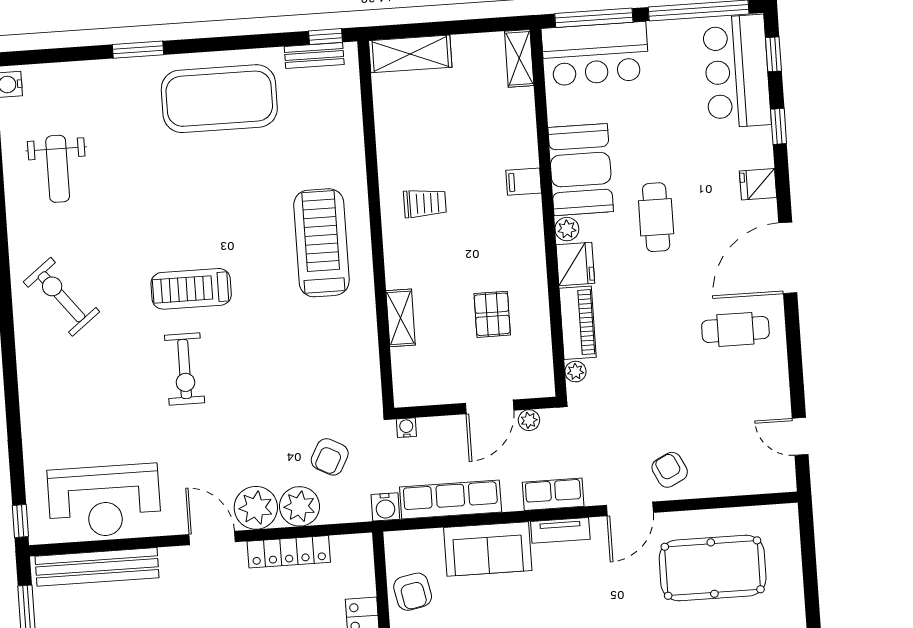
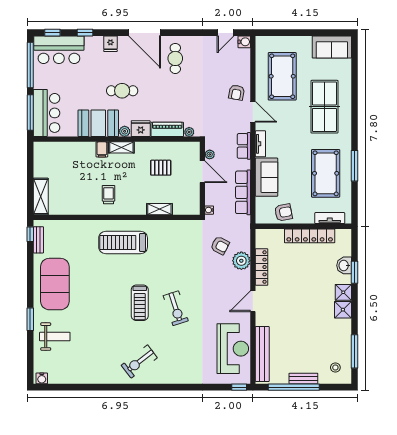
shelving: (519, 58) -> (121, 147), moved
weight bench: (58, 169) -> (55, 337), moved
exercise bike: (185, 369) -> (176, 308), turned 72
armchair: (670, 470) -> (237, 93), turned -54
water cooler: (385, 507) -> (244, 42), moved
plant: (256, 508) -> (241, 280), removed

